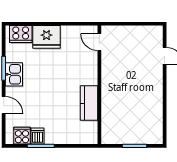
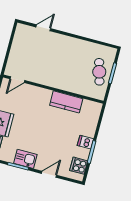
cafe table: (132, 131) -> (99, 72), added
dishwasher: (37, 136) -> (85, 142), moved

